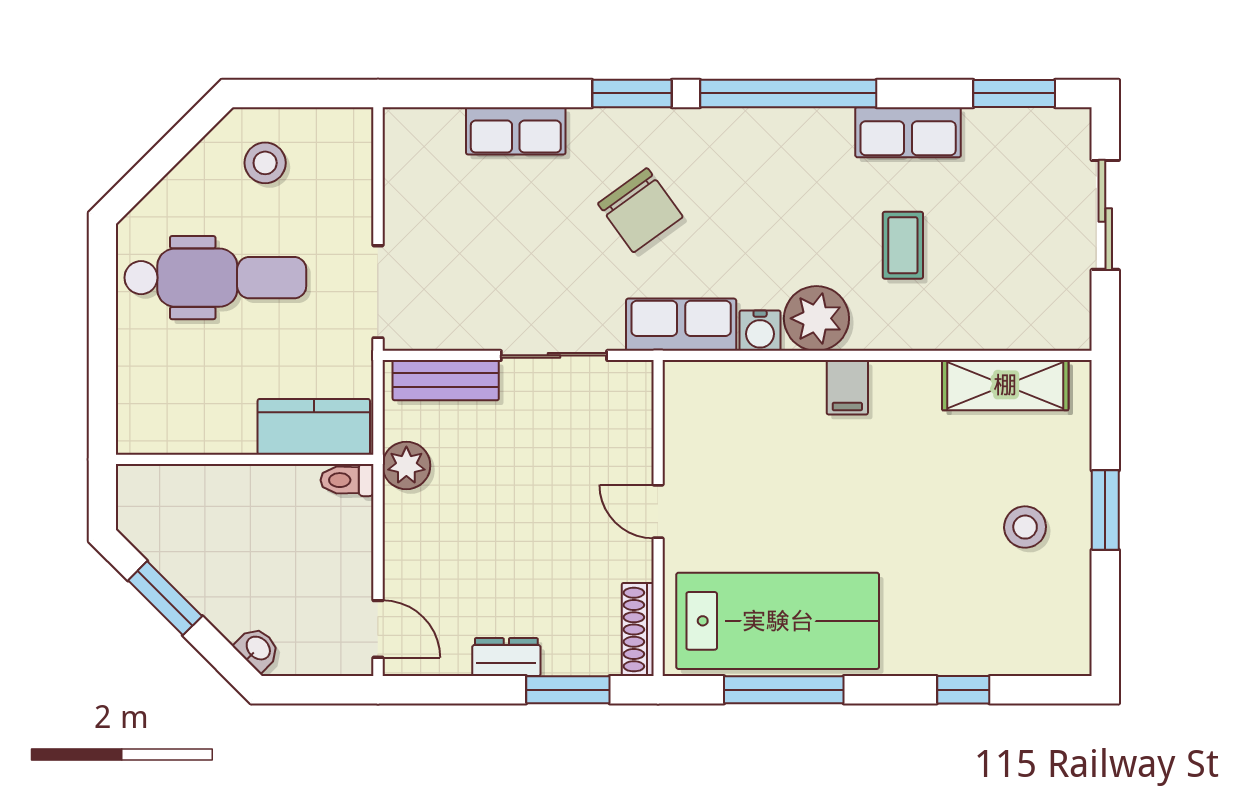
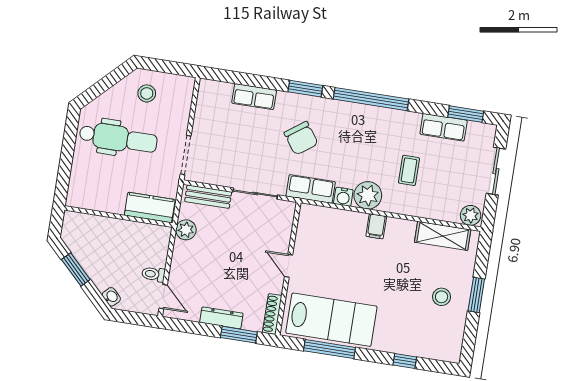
row of seats: (908, 132) -> (444, 127), moved
plant: (1063, 327) -> (471, 215), added
toilet: (347, 480) -> (153, 274), moved
dresser: (506, 657) -> (221, 318), width x1.44

